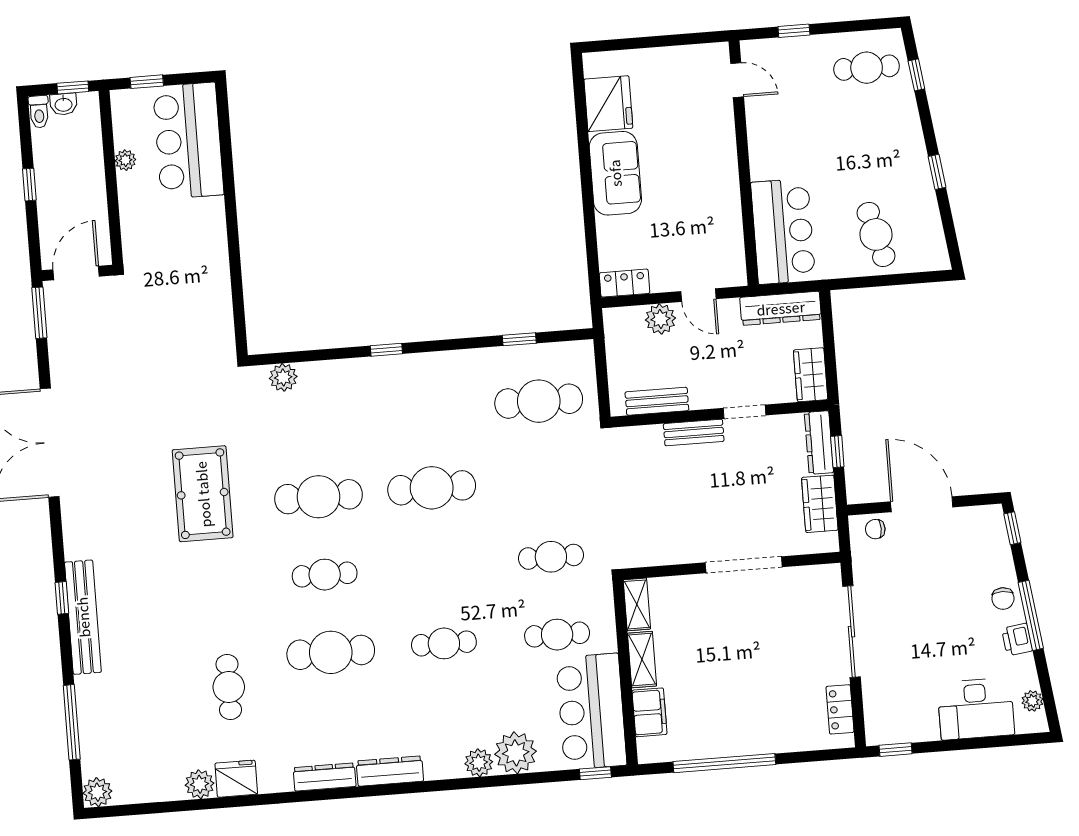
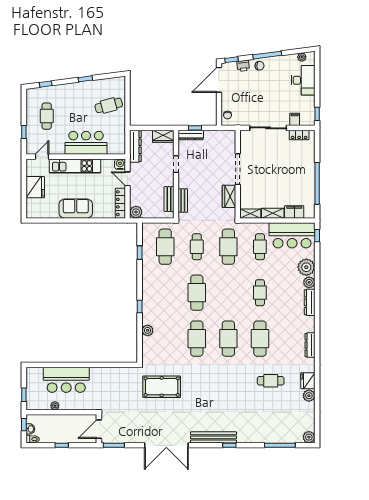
cafe table: (867, 68) -> (47, 116), moved
fridge: (608, 104) -> (35, 187), moved, turned 90
bar counter: (188, 141) -> (66, 380), moved
kitchen unit: (720, 163) -> (75, 166), added
bar counter: (783, 231) -> (86, 143), moved
door: (76, 273) -> (99, 429), hinge flipped
water cooler: (734, 274) -> (120, 164), added
locker: (625, 283) -> (120, 203), width x1.53
door: (698, 295) -> (128, 179), swing flipped
plant: (660, 319) -> (136, 212), moved
plant: (283, 377) -> (148, 330), moved
bench: (694, 432) -> (183, 201), moved
cafe table: (545, 479) -> (197, 247), added
pool table: (203, 494) -> (162, 387), moved
wardrobe: (820, 504) -> (229, 196), moved, turned 90
door: (922, 504) -> (219, 80), moved
cafe table: (551, 557) -> (228, 247), width x1.37, depth x1.35
cafe table: (325, 575) -> (228, 339), width x1.37, depth x1.35
bench: (83, 617) -> (214, 437), moved
printer: (1017, 640) -> (243, 66), moved
filing cabinet: (878, 696) -> (295, 119), added
dresser: (390, 771) -> (310, 302), moved

